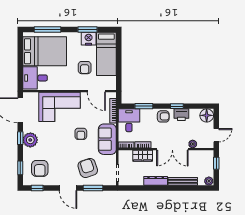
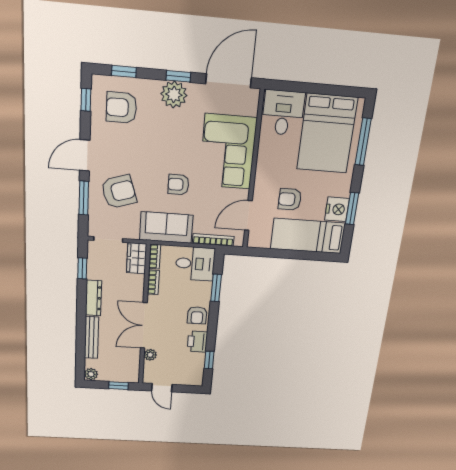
window: (177, 106) -> (209, 360), moved
floor lamp: (207, 115) -> (193, 376), removed
wardrobe: (143, 156) -> (137, 258), moved
window: (137, 188) -> (82, 268), added

